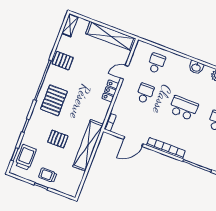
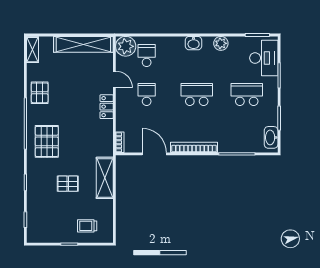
plant: (143, 50) -> (126, 46), added
pallet: (63, 61) -> (40, 93), turned 90
door: (124, 72) -> (114, 79), swing flipped
door: (133, 141) -> (154, 154), swing flipped
shelving: (88, 145) -> (105, 178), width x0.68
trolley: (26, 157) -> (39, 218), removed
trolley: (48, 175) -> (87, 226), moved

